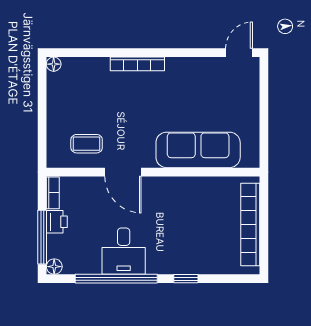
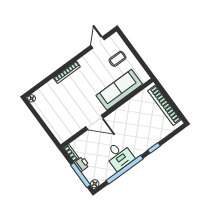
door: (239, 53) -> (98, 42), moved
coffee table: (87, 144) -> (117, 59), moved

